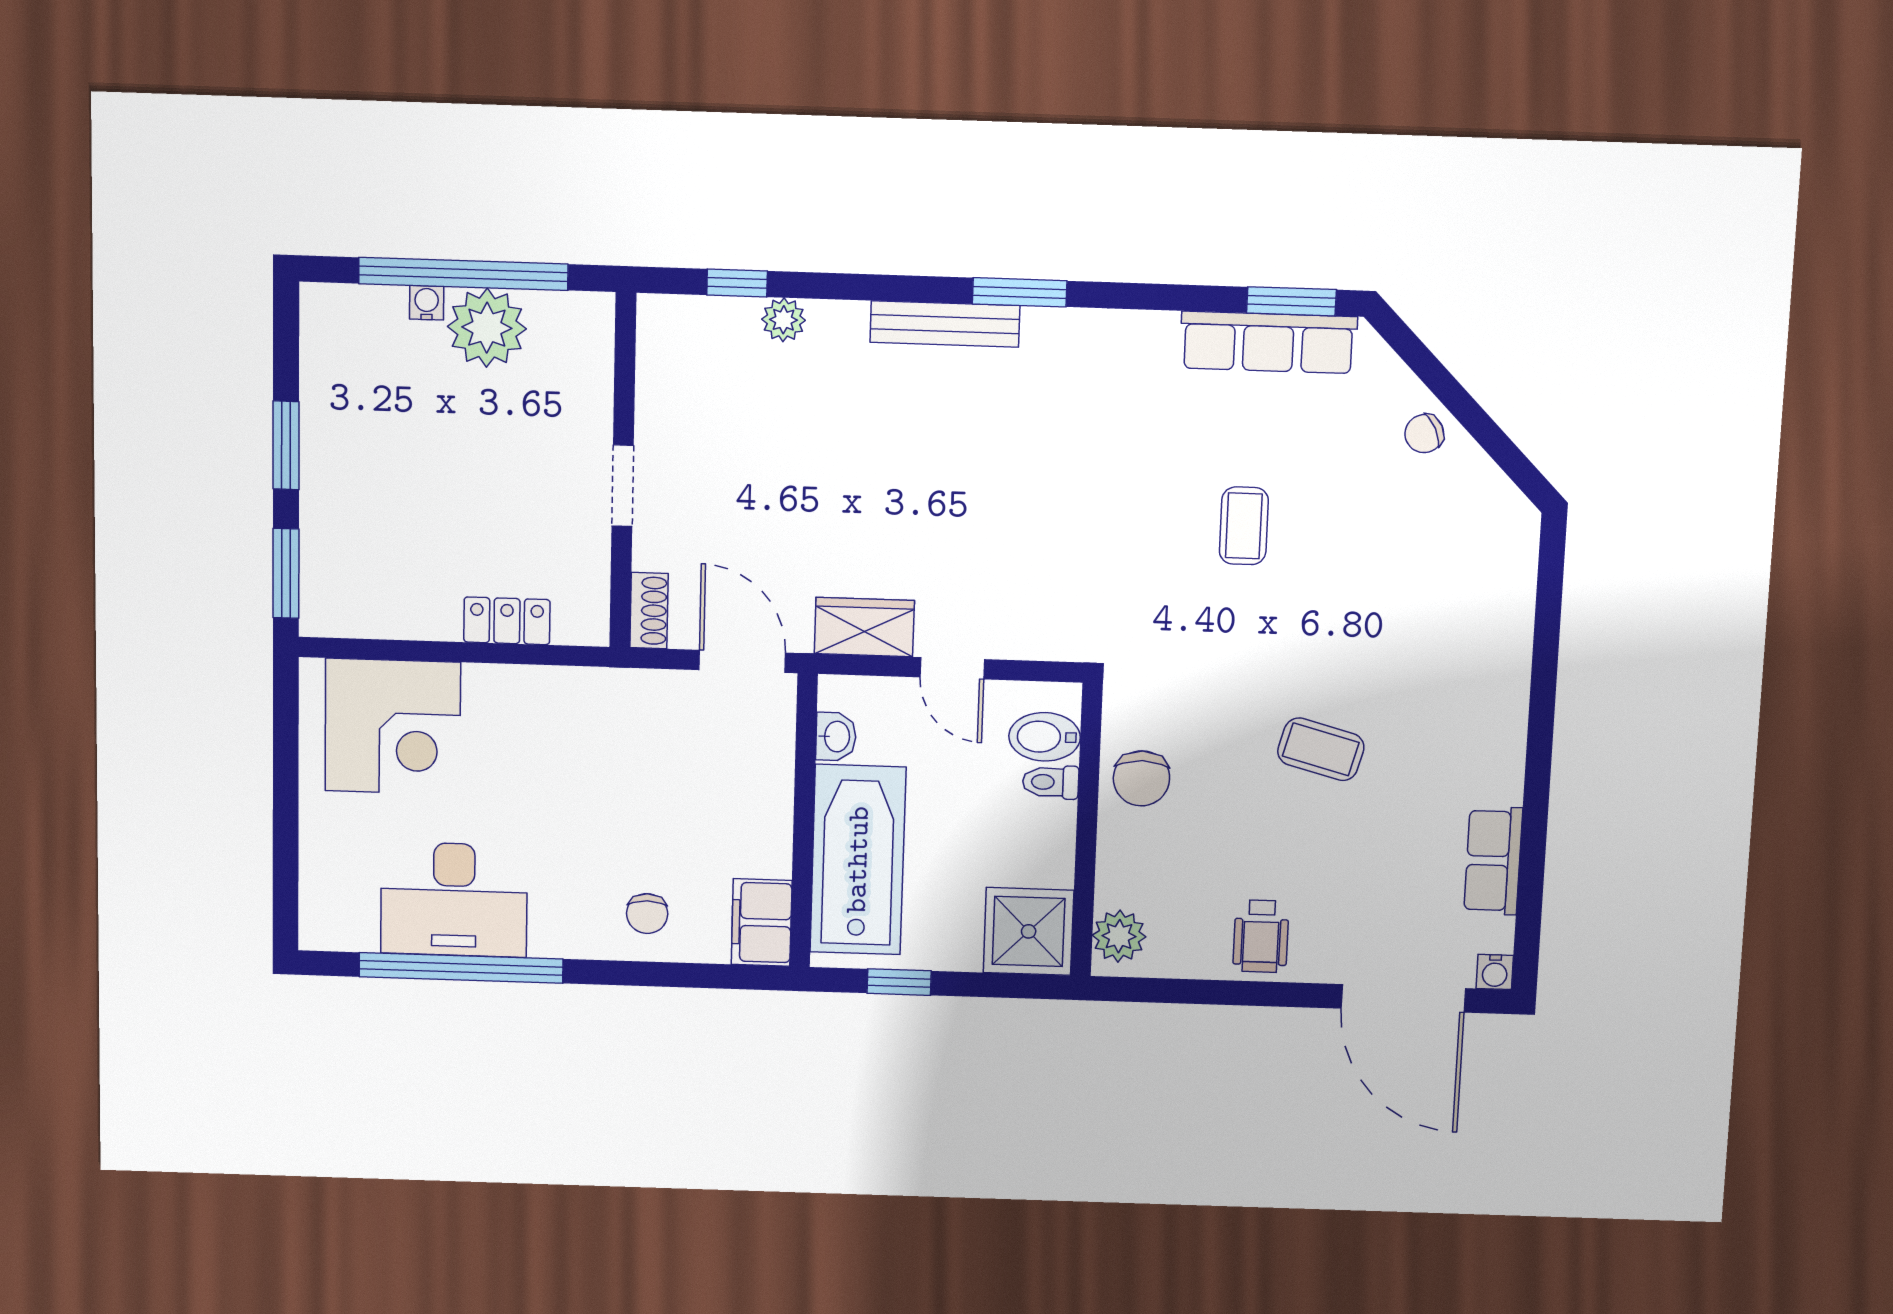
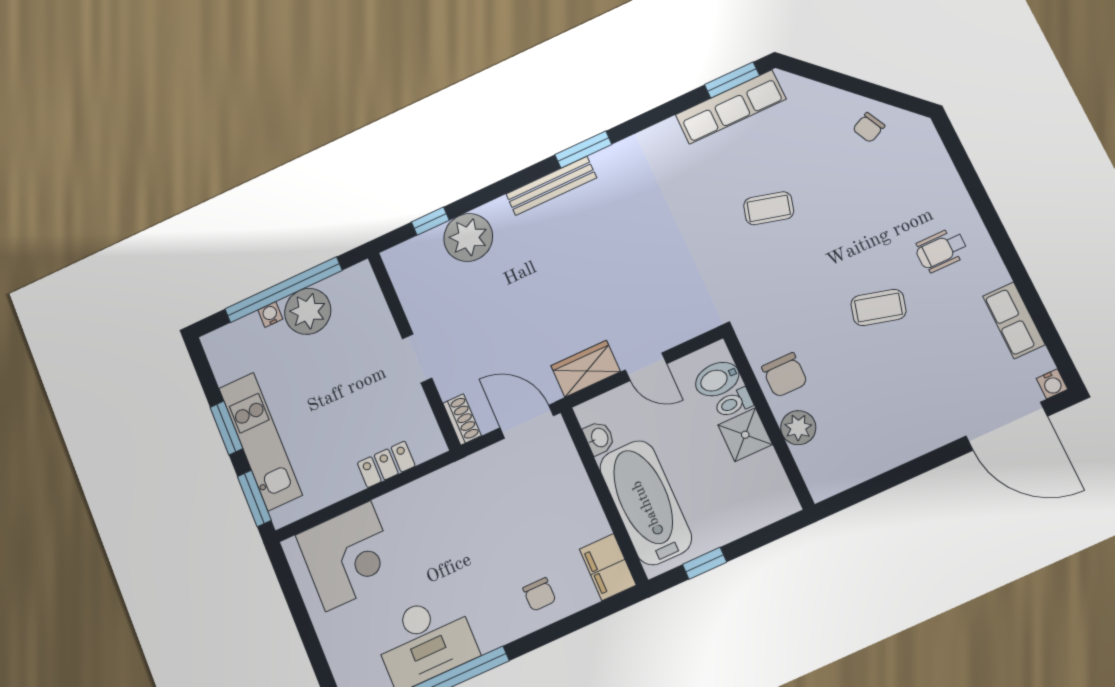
plant: (784, 320) -> (468, 237), width x1.87, depth x1.87
chair: (1424, 434) -> (869, 128), moved
kitchen unit: (331, 492) -> (260, 441), added
coffee table: (1244, 526) -> (769, 208), turned -75
shower: (1029, 931) -> (745, 435), moved, width x0.73, depth x0.73
plant: (1119, 936) -> (798, 428), moved
wheelchair: (1261, 936) -> (941, 250), moved, turned 90

